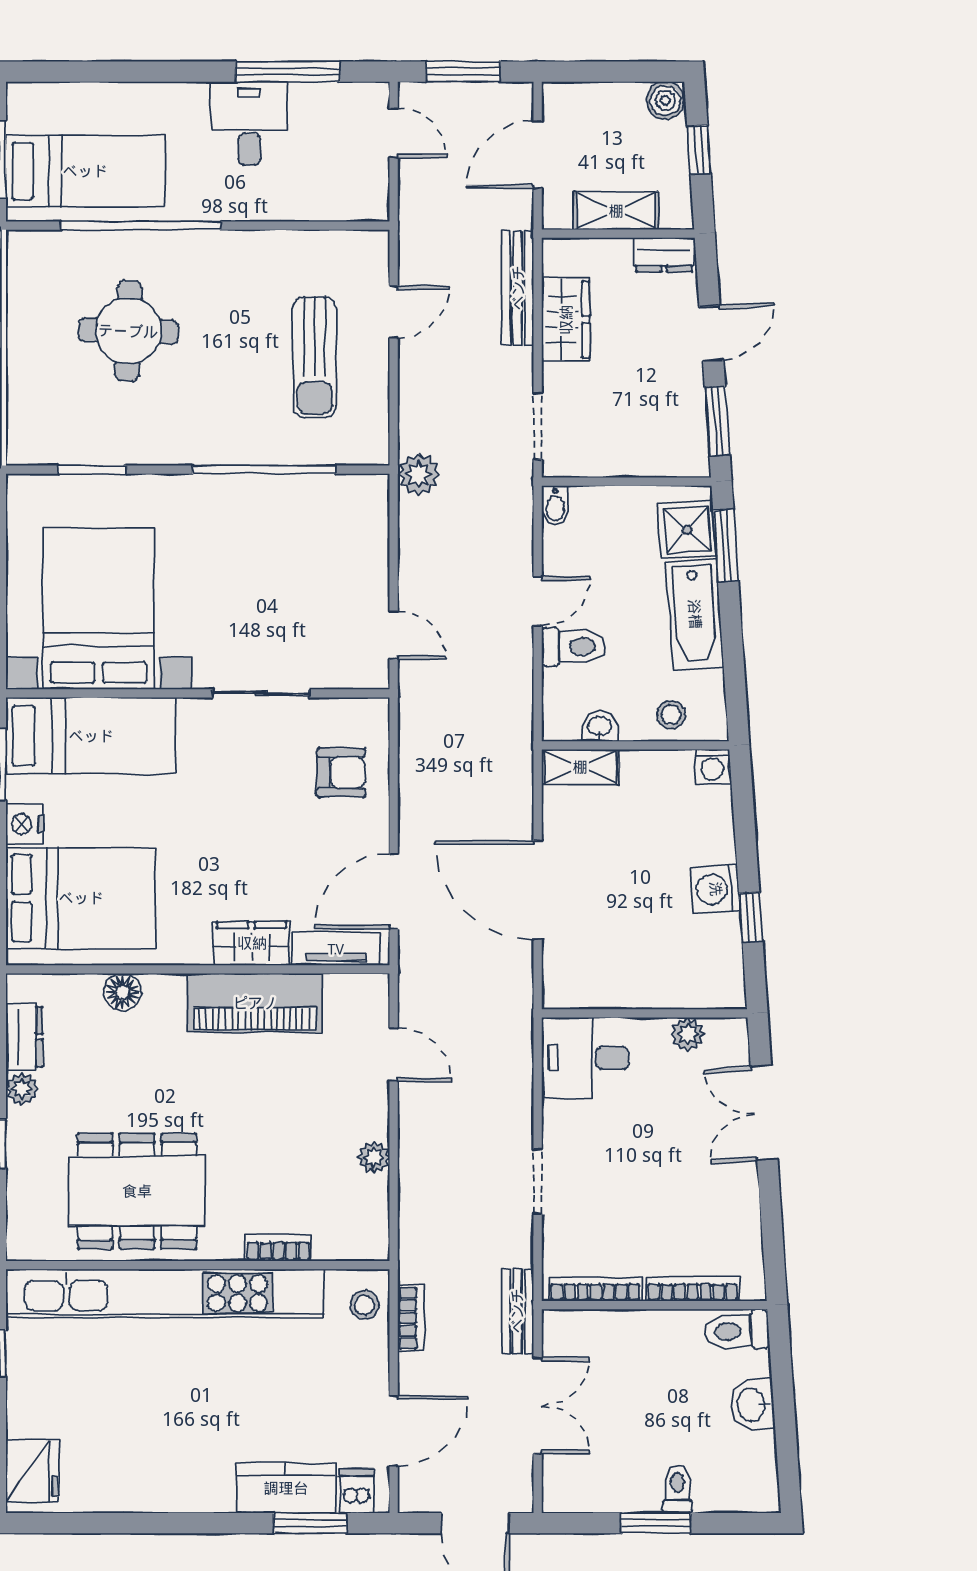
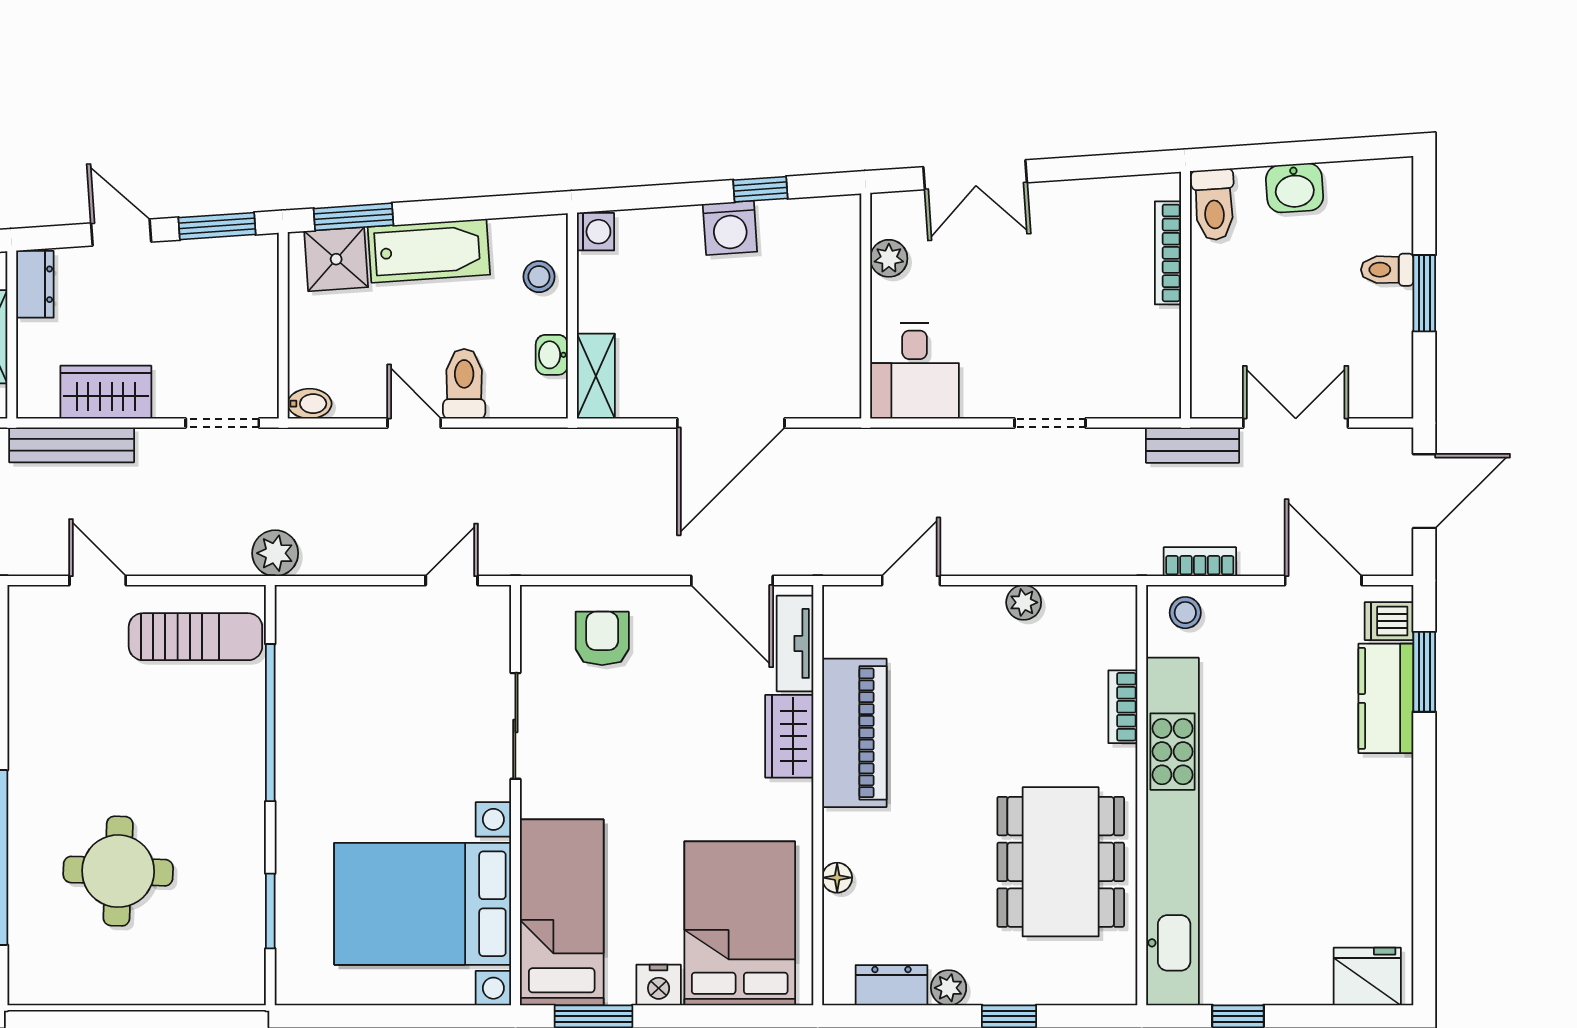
sun lounger: (315, 357) -> (195, 637), moved
floor lamp: (122, 992) -> (837, 878), width x0.73, depth x0.73
bookcase: (596, 1289) -> (1168, 359), removed

